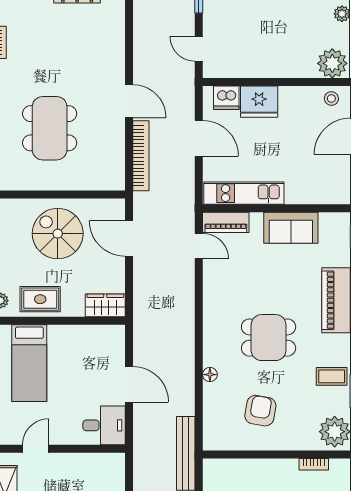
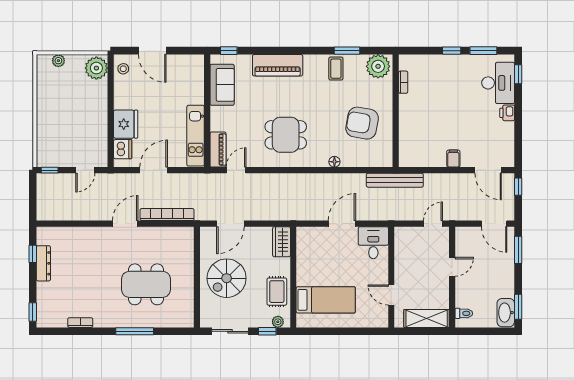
sofa: (291, 228) -> (222, 85), moved
dining table: (269, 338) -> (286, 135), moved, turned 90
armchair: (260, 411) -> (362, 123), width x1.36, depth x1.36

